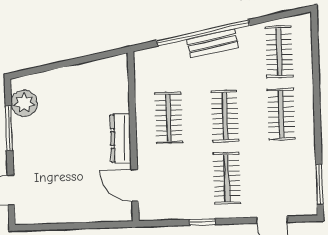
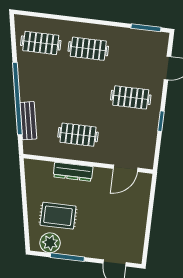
bench: (213, 43) -> (28, 121), moved
rug: (61, 108) -> (58, 216), added
clothes rail: (225, 116) -> (83, 92), removed
dresser: (121, 138) -> (73, 172), moved

